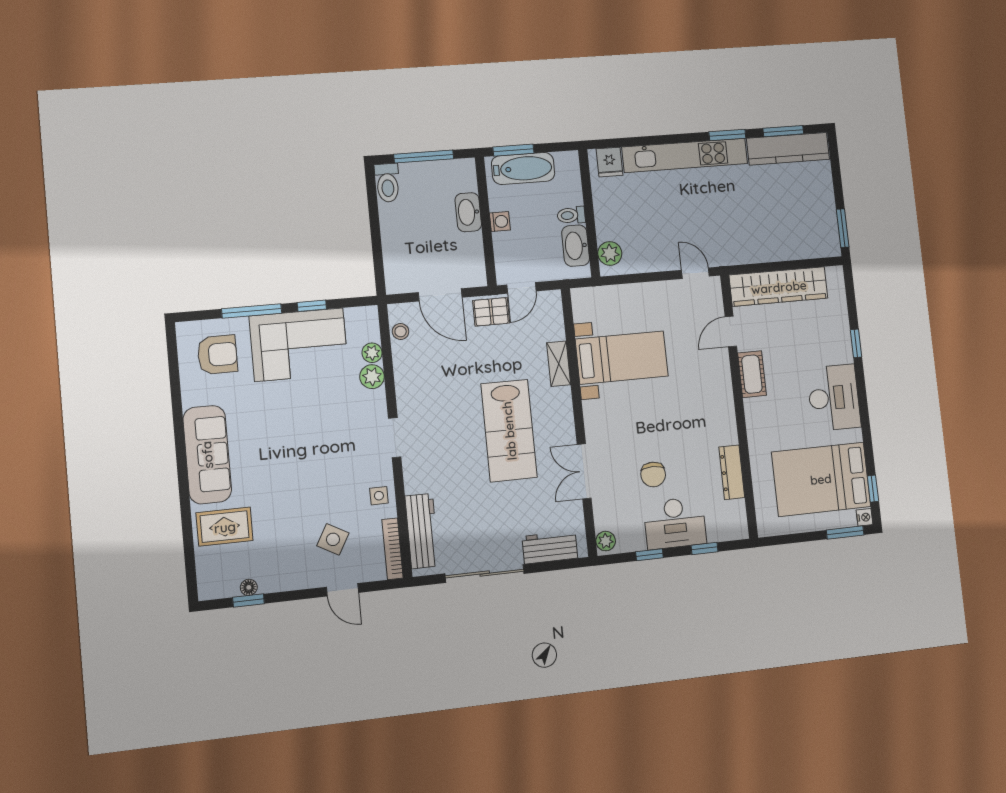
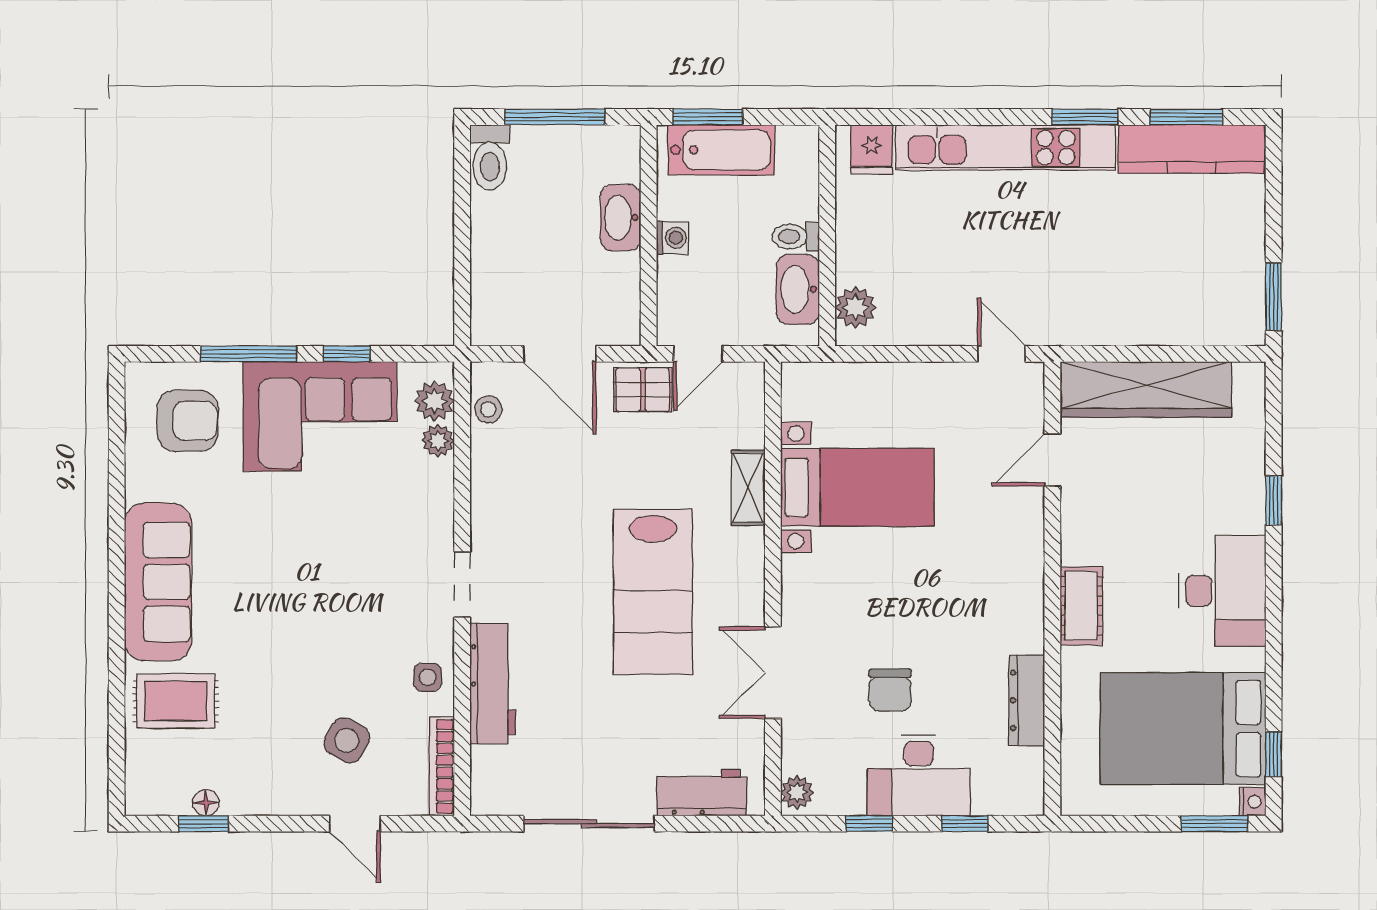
cot: (752, 374) -> (1081, 606), moved
plant: (372, 377) -> (434, 401), moved
workbench: (422, 531) -> (493, 683), moved

